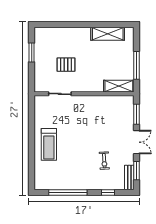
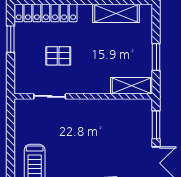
locker: (57, 34) -> (46, 13), added
window: (137, 65) -> (156, 57), width x0.69

